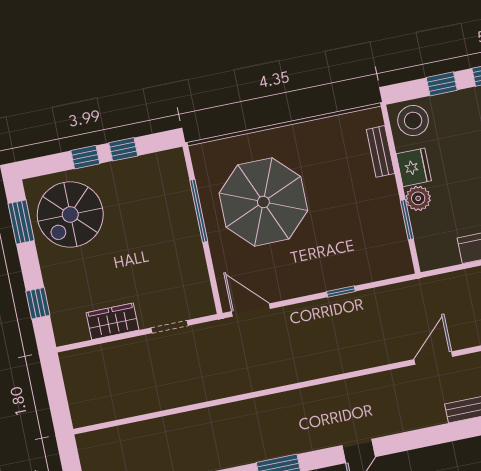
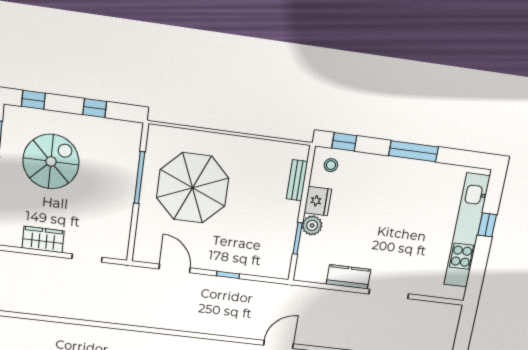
window: (442, 84) -> (344, 142), moved
stool: (413, 121) -> (331, 165), width x0.53, depth x0.53
window: (85, 157) -> (33, 100), moved
spiral stairs: (70, 214) -> (51, 162), moved, turned 180
door: (251, 310) -> (175, 268), moved

